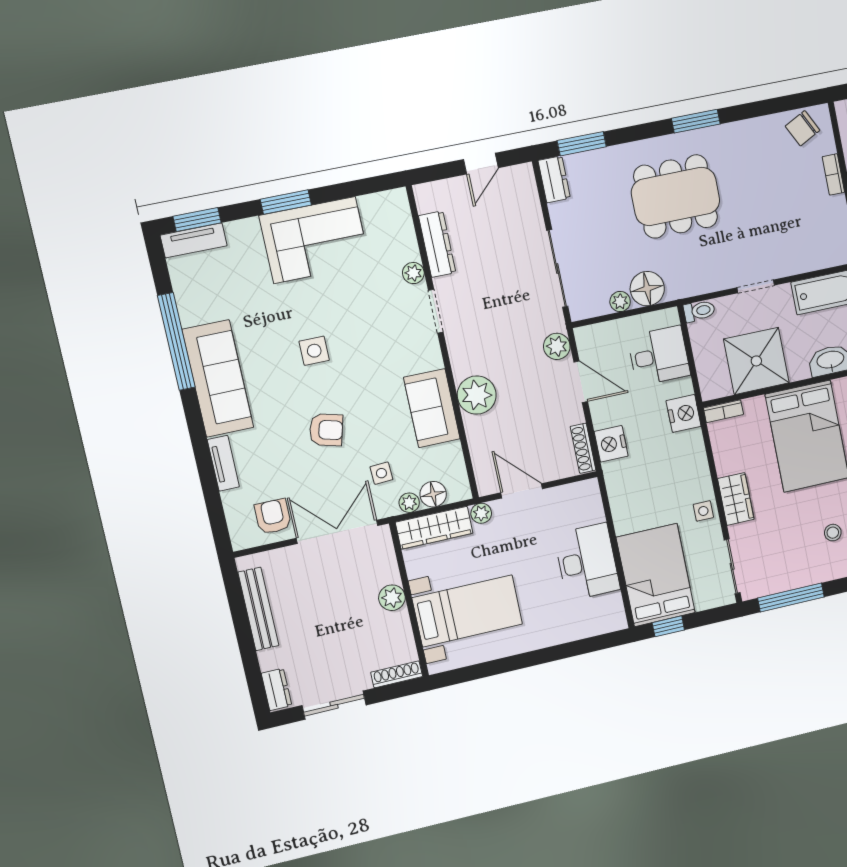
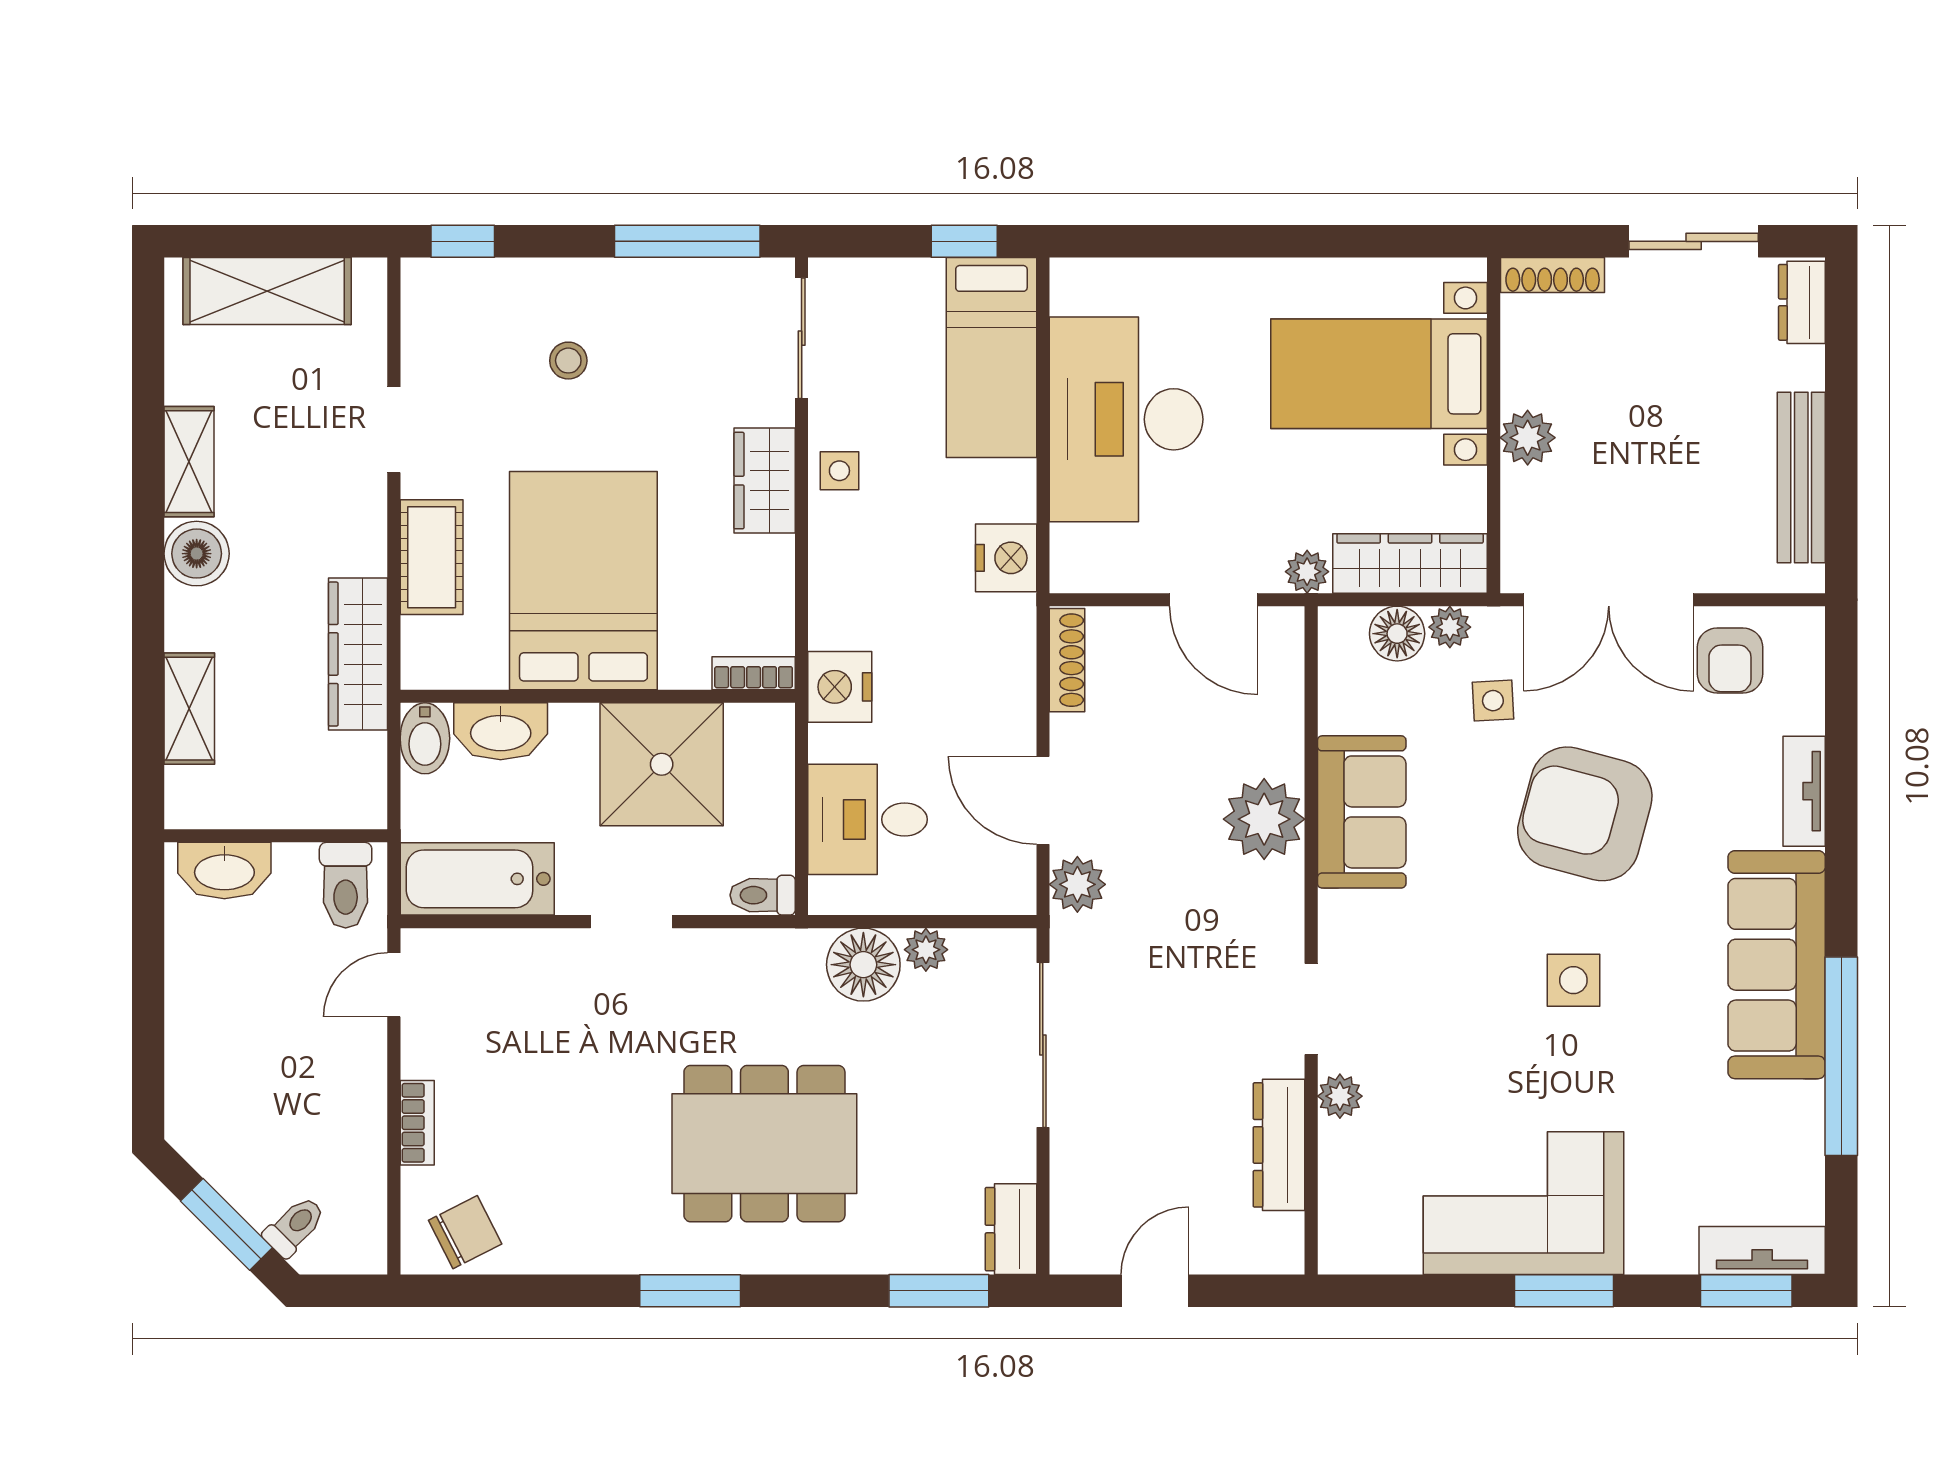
armchair: (326, 430) -> (1585, 814), width x1.88, depth x1.88
nightstand: (611, 444) -> (1006, 558), moved
desk: (587, 562) -> (1126, 419), width x1.36, depth x1.30
bed: (656, 575) -> (991, 358), width x0.67

